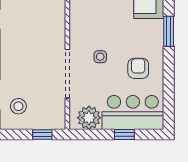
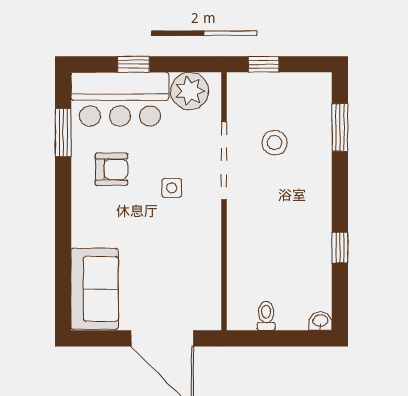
window: (169, 31) -> (63, 133), moved
armchair: (138, 68) -> (111, 169), turned -90
stool: (18, 106) -> (274, 143), moved

